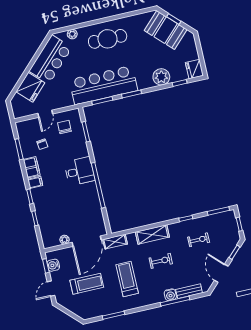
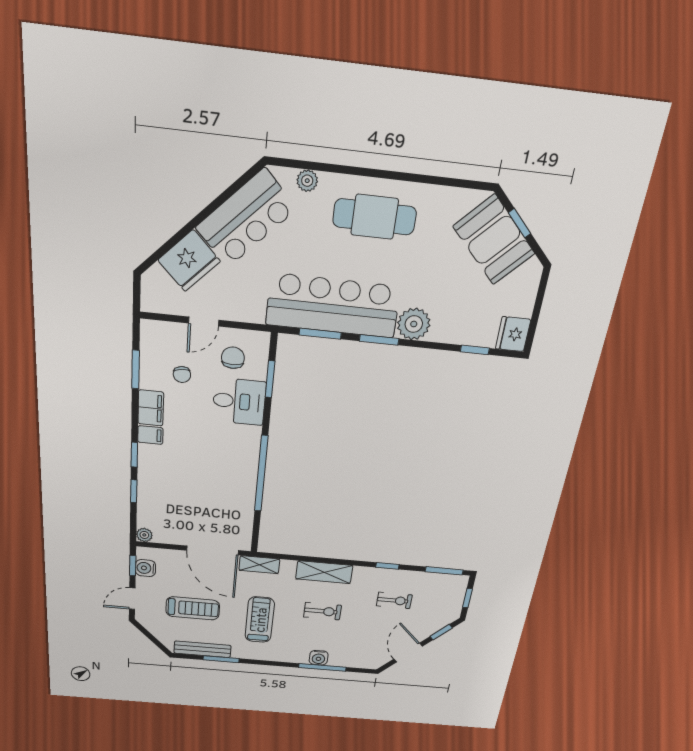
plant: (161, 77) -> (414, 324), moved
desk: (79, 171) -> (239, 402), moved
plant: (65, 240) -> (144, 535), moved
door: (87, 241) -> (213, 550), hinge flipped
bench: (189, 291) -> (202, 649), moved, width x1.36

